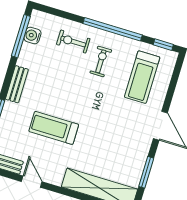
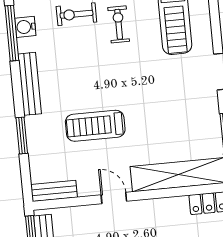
bench: (17, 84) -> (30, 84), width x1.36
door: (32, 182) -> (114, 198), moved

